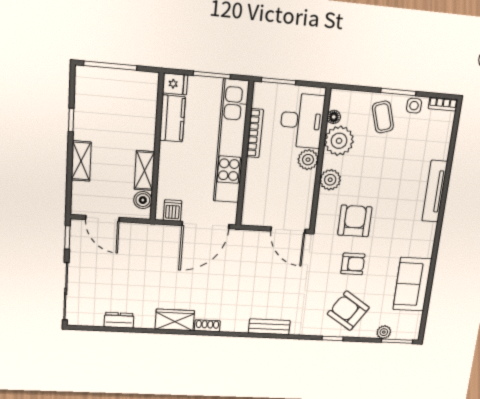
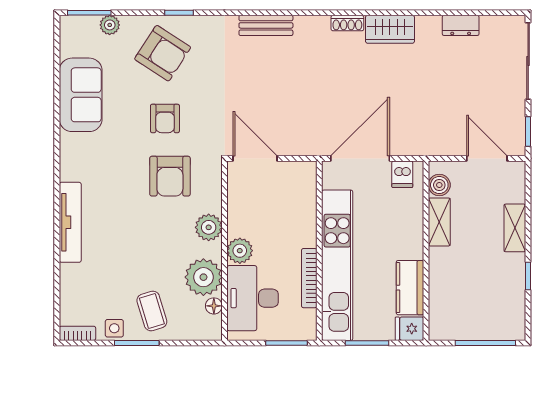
armchair: (353, 264) -> (165, 118), turned -90

